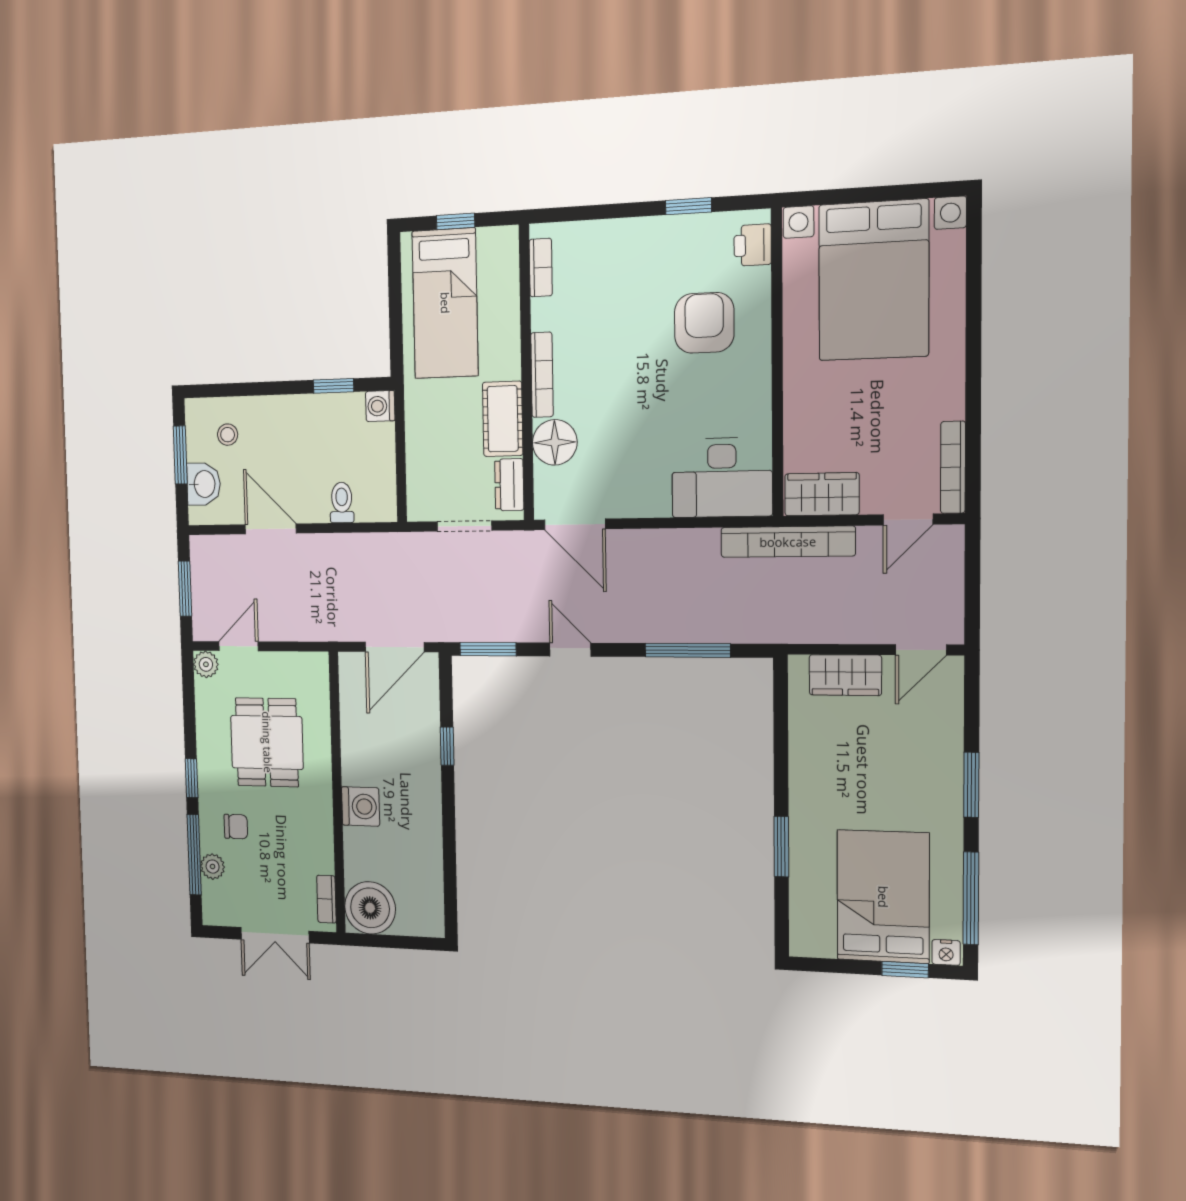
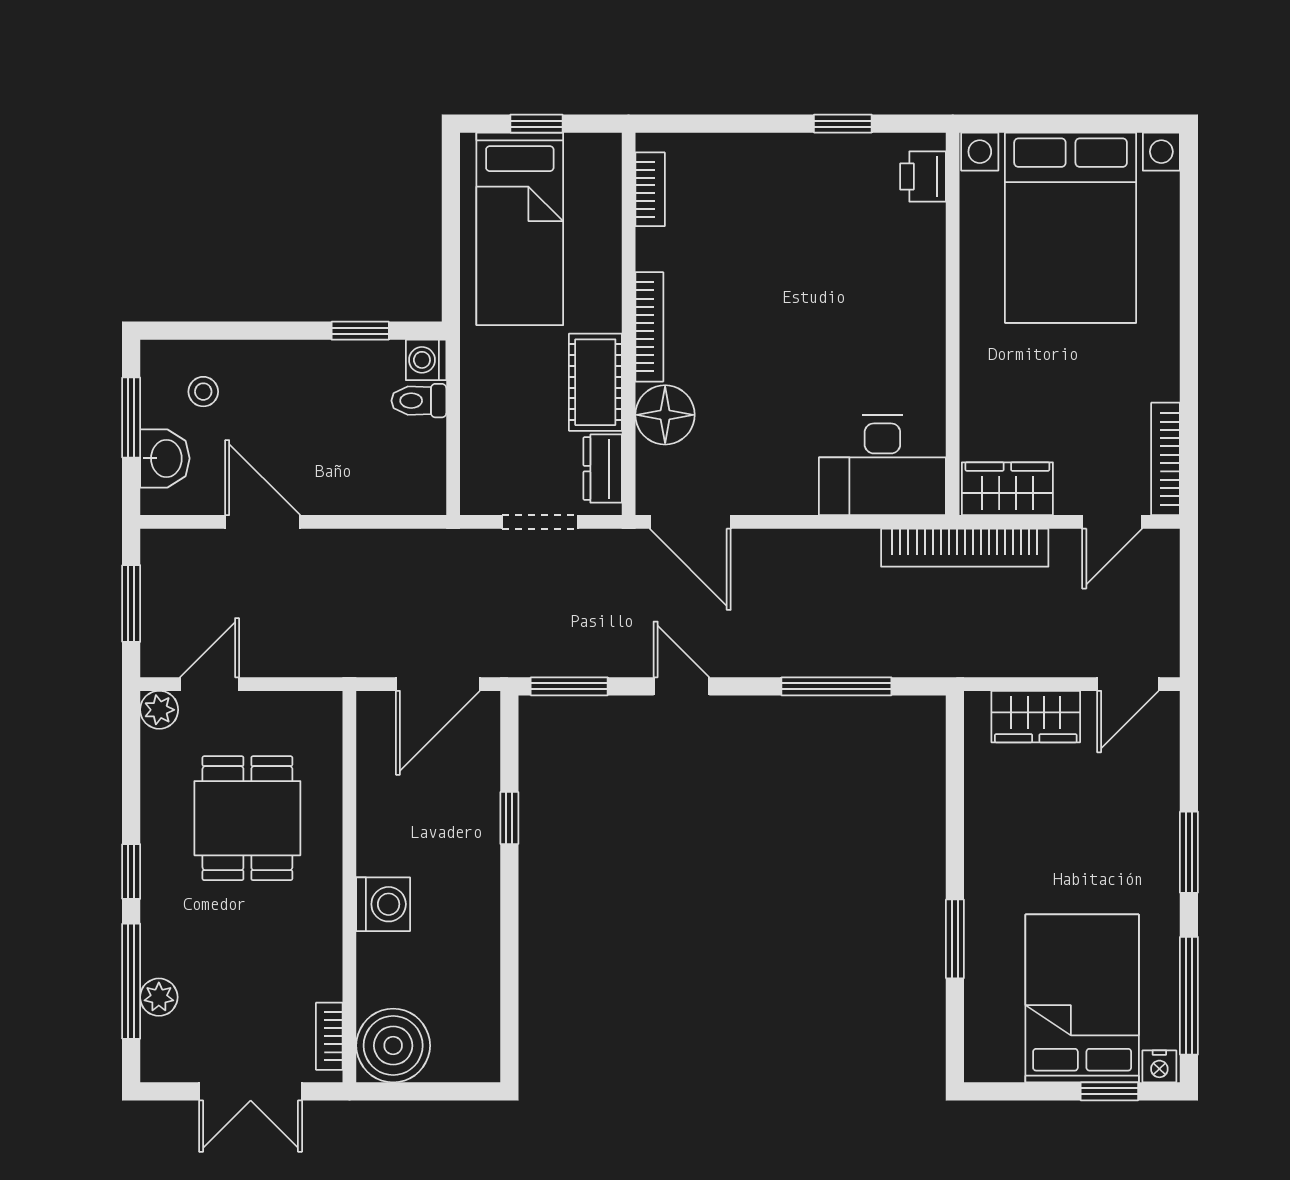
armchair: (704, 323) -> (862, 270), removed
toilet: (342, 503) -> (419, 401), moved, turned -90
chair: (236, 827) -> (197, 939), removed

